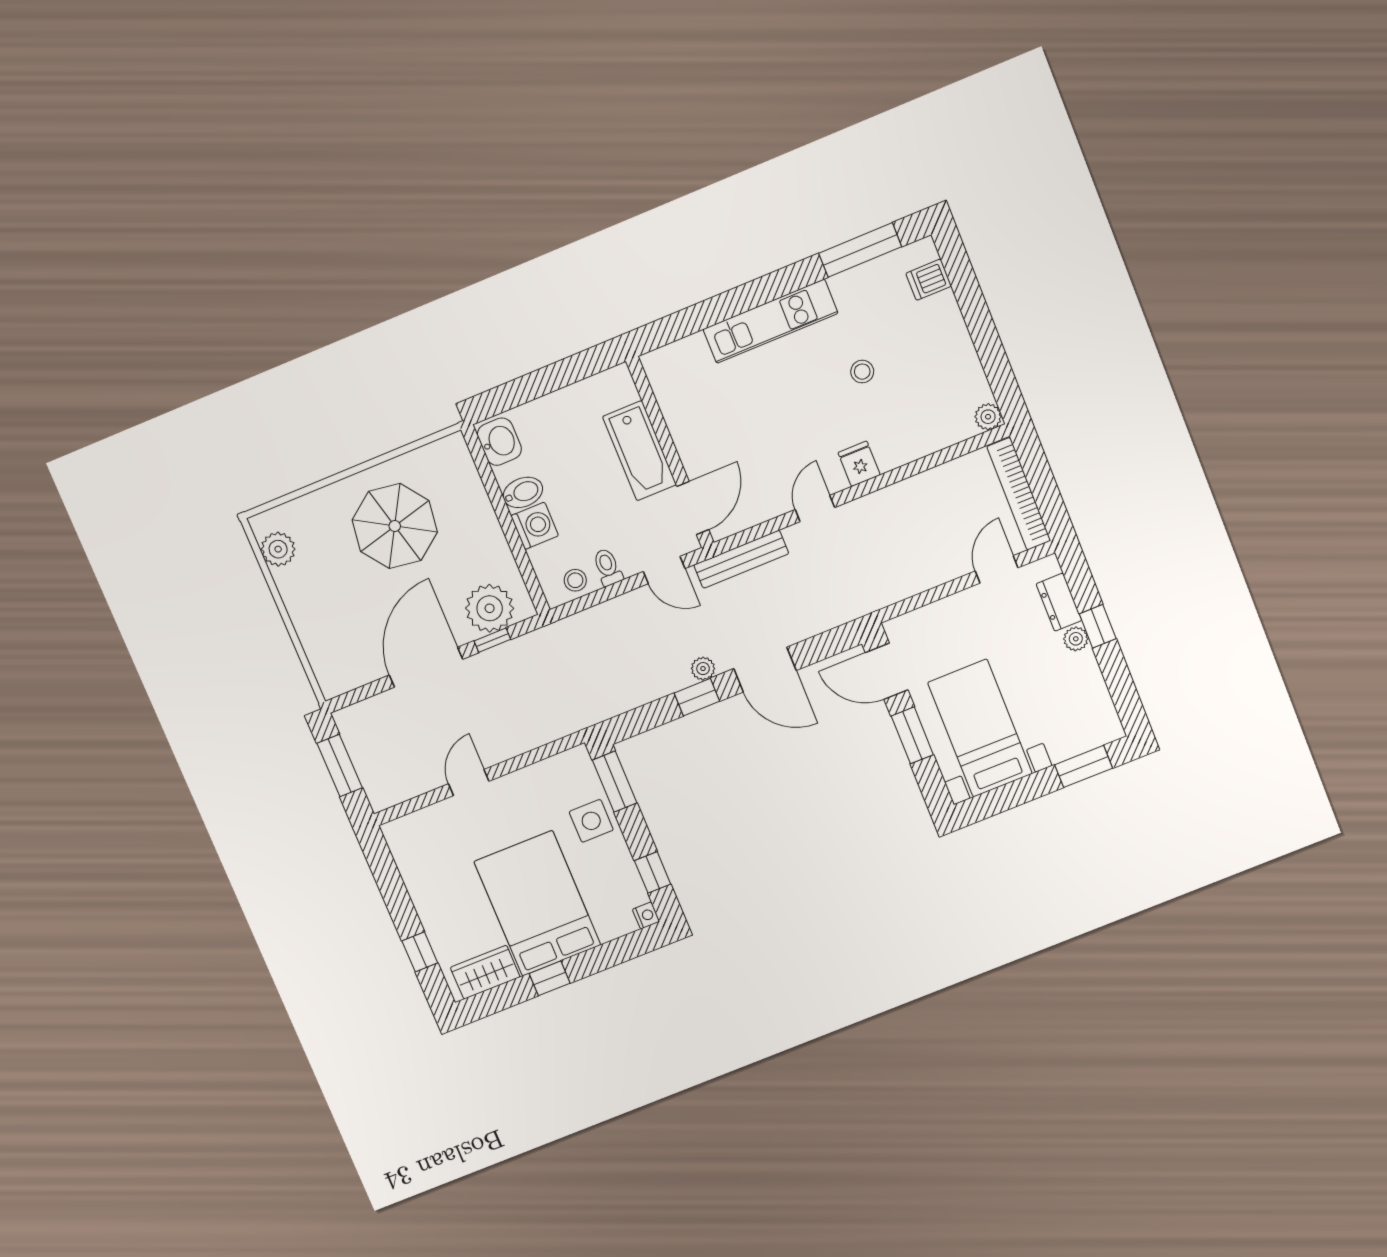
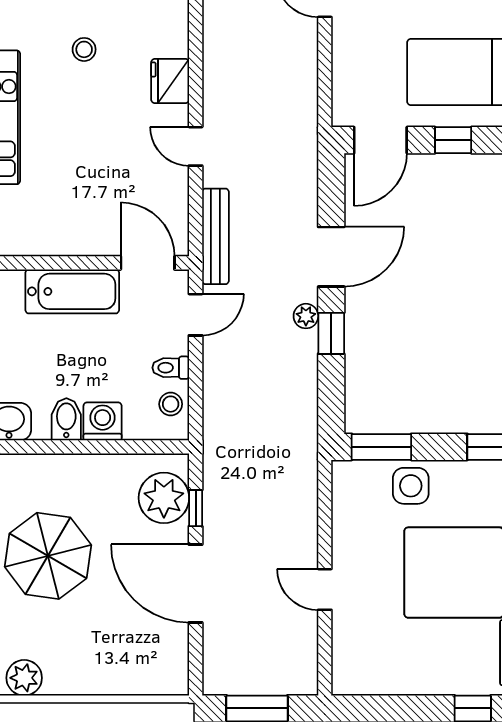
fridge: (859, 464) -> (170, 81), width x1.38
window: (912, 735) -> (453, 140), width x0.67

